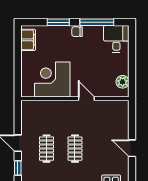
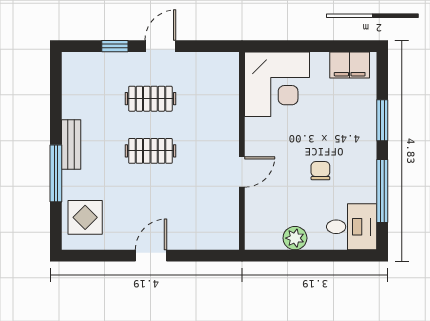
chair: (77, 32) -> (320, 171), moved
corner desk: (52, 79) -> (277, 84), moved, turned 90
plant: (123, 82) -> (295, 238), moved

